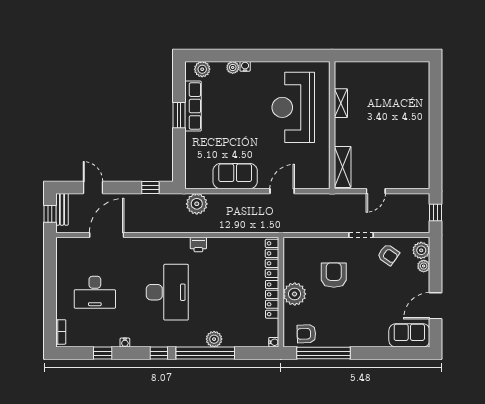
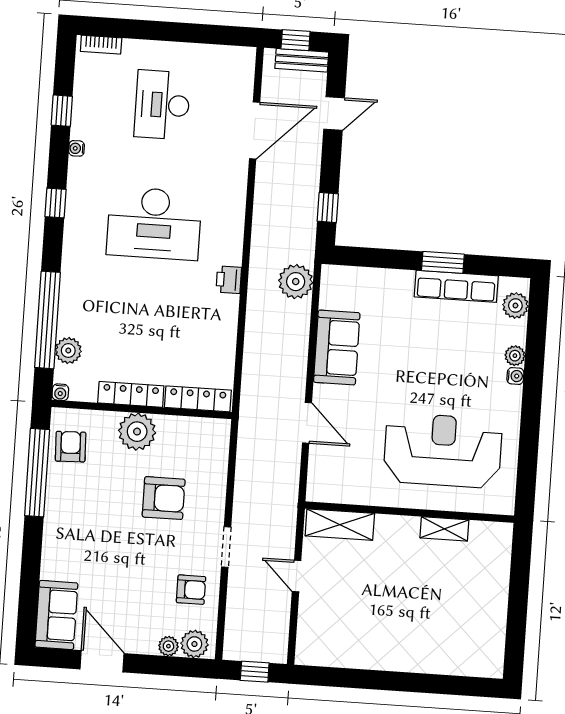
door: (107, 235) -> (255, 131), hinge flipped
armchair: (388, 255) -> (191, 590), turned -125
plant: (214, 339) -> (68, 351), moved
window: (205, 353) -> (48, 320), moved

